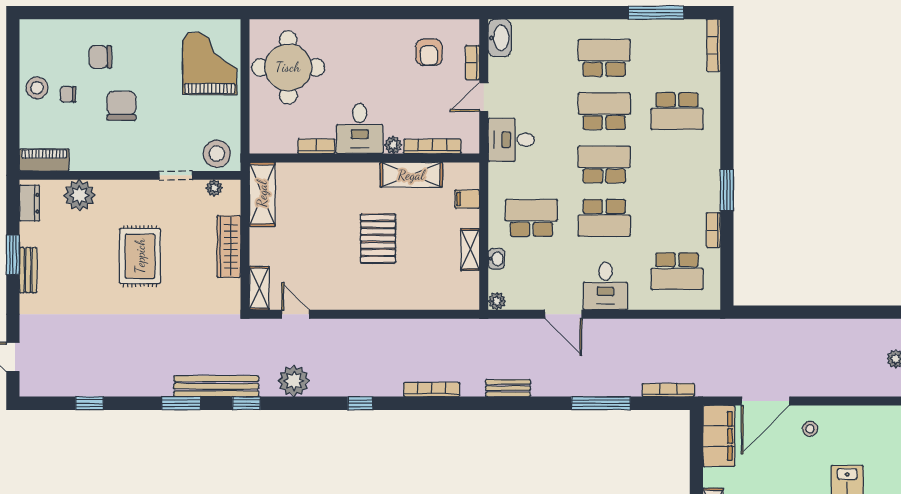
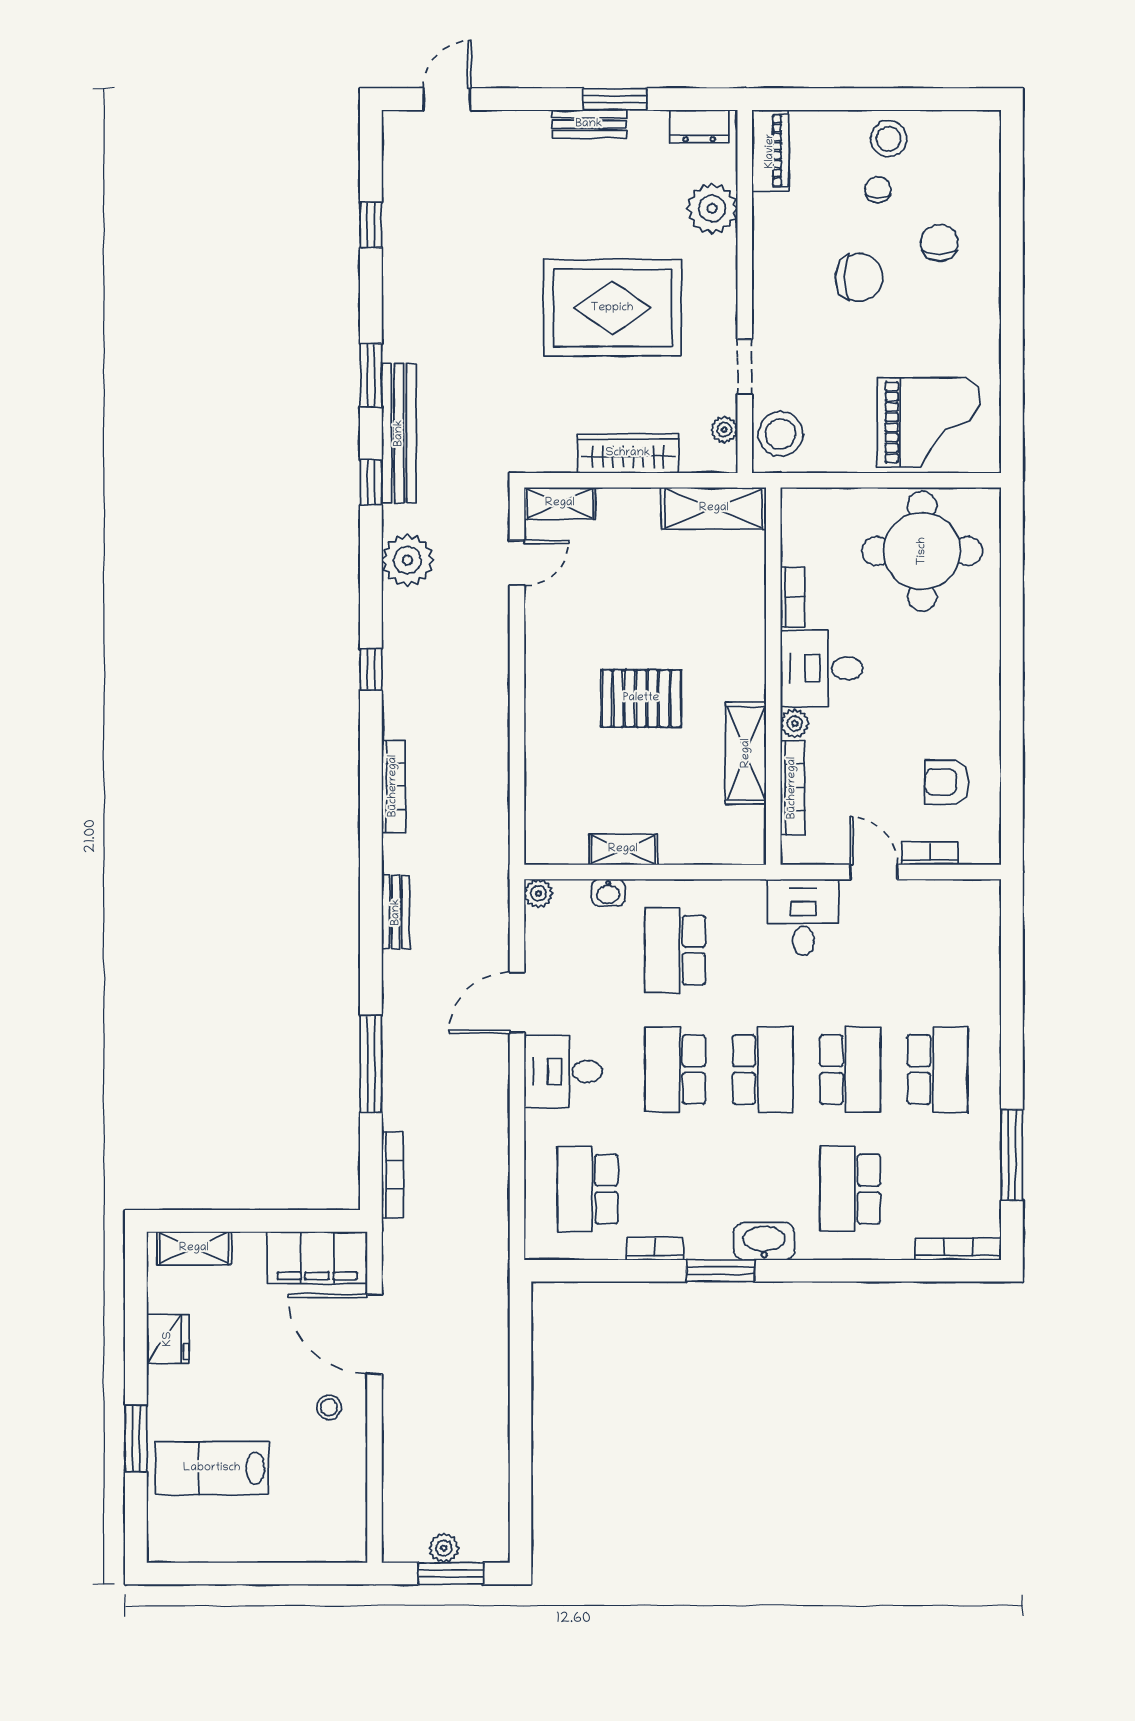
washbasin: (500, 38) -> (764, 1241), moved, turned 180
filing cabinet: (467, 199) -> (706, 845), removed
school desk: (531, 218) -> (675, 950), turned 180
rug: (140, 256) -> (612, 308), width x1.37, depth x1.44

